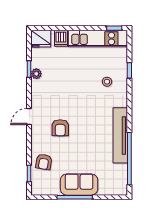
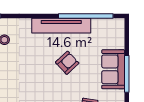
armchair: (60, 128) -> (67, 63), moved, turned -43

